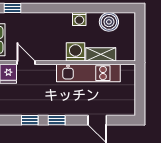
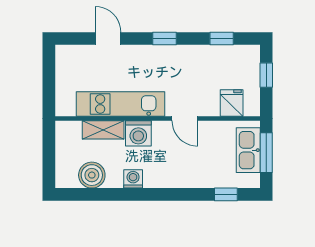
door: (26, 63) -> (185, 119), moved
window: (30, 120) -> (222, 39), moved

